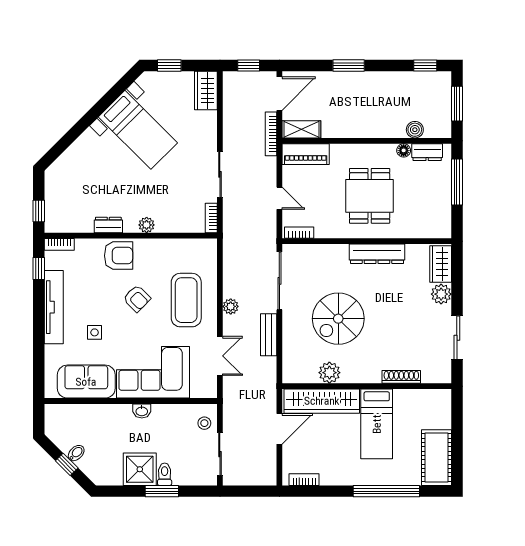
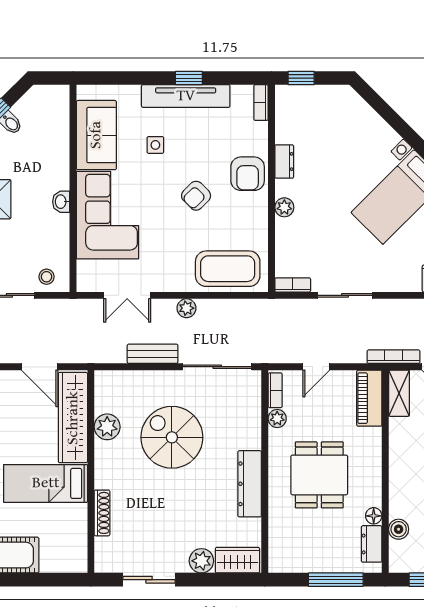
dining table: (370, 196) -> (319, 475), turned 90
plant: (323, 231) -> (277, 418), added
window: (39, 268) -> (189, 78), moved
coffee table: (186, 300) -> (228, 269), moved

